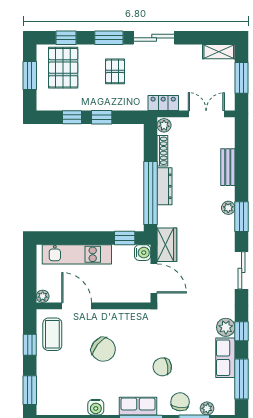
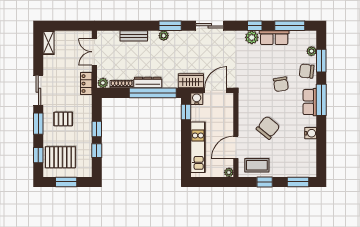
window: (242, 78) -> (68, 26), removed

